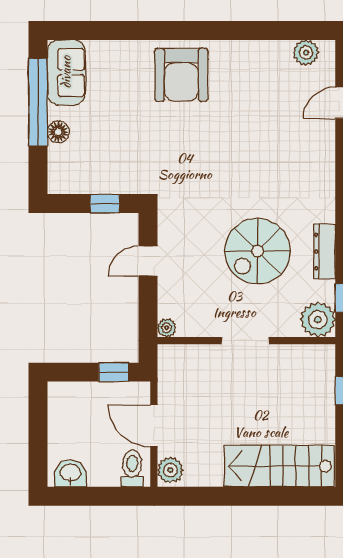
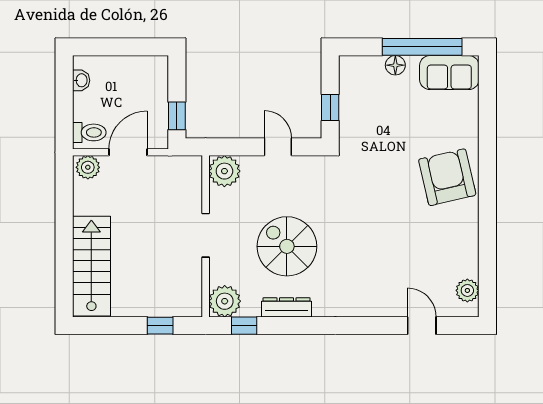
armchair: (181, 75) -> (447, 177), turned 77
plant: (167, 328) -> (224, 171), width x1.88, depth x1.88
washbasin: (70, 473) -> (81, 80), width x0.72, depth x0.69

